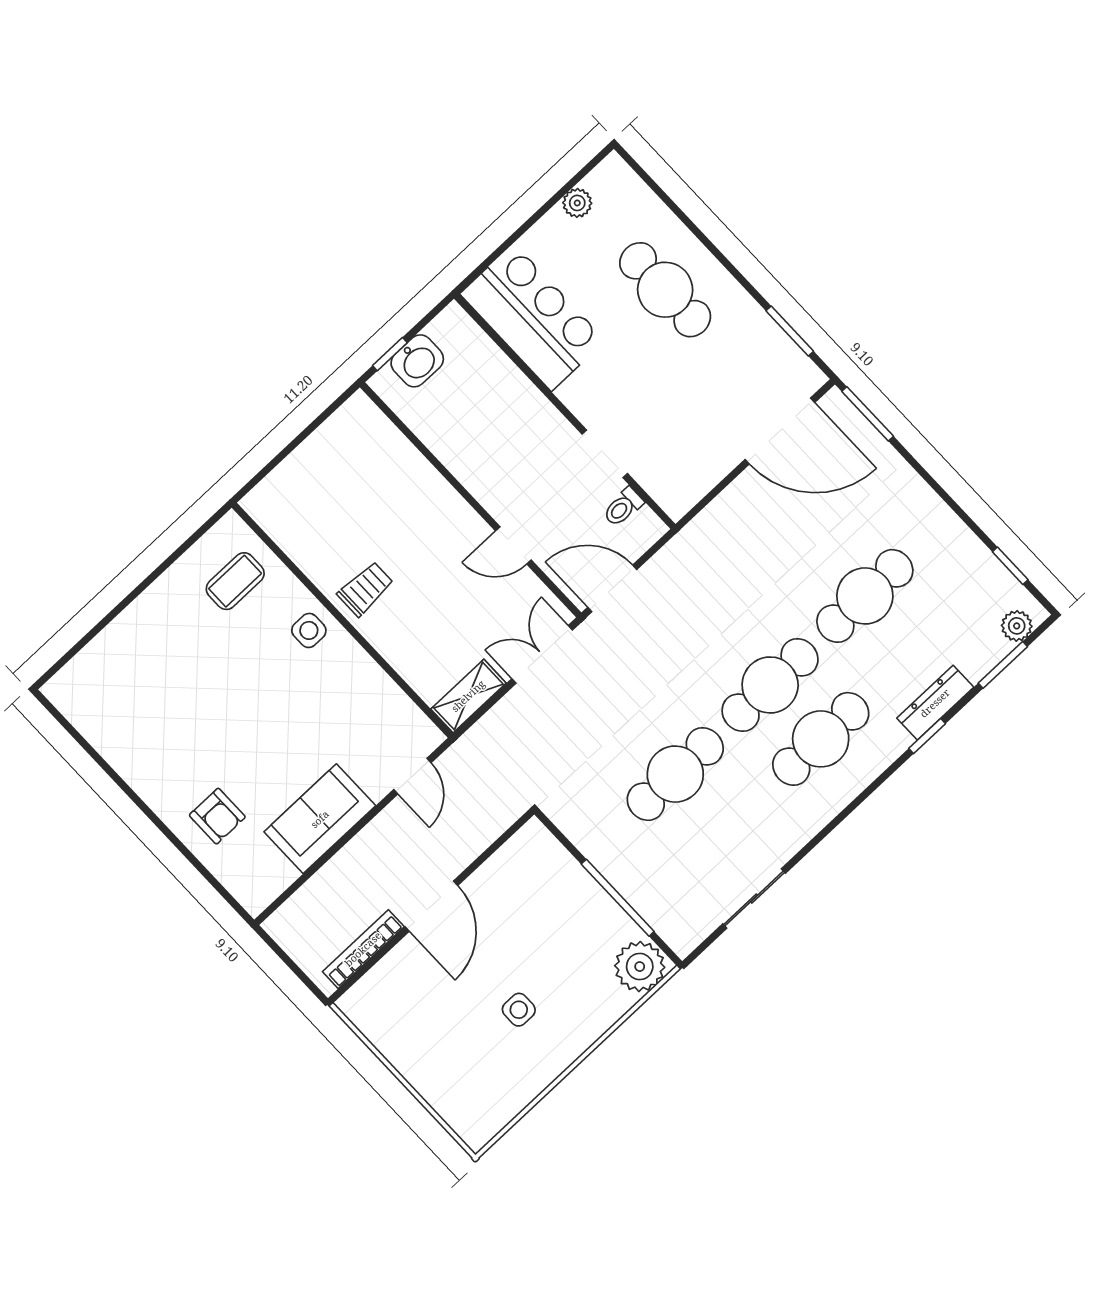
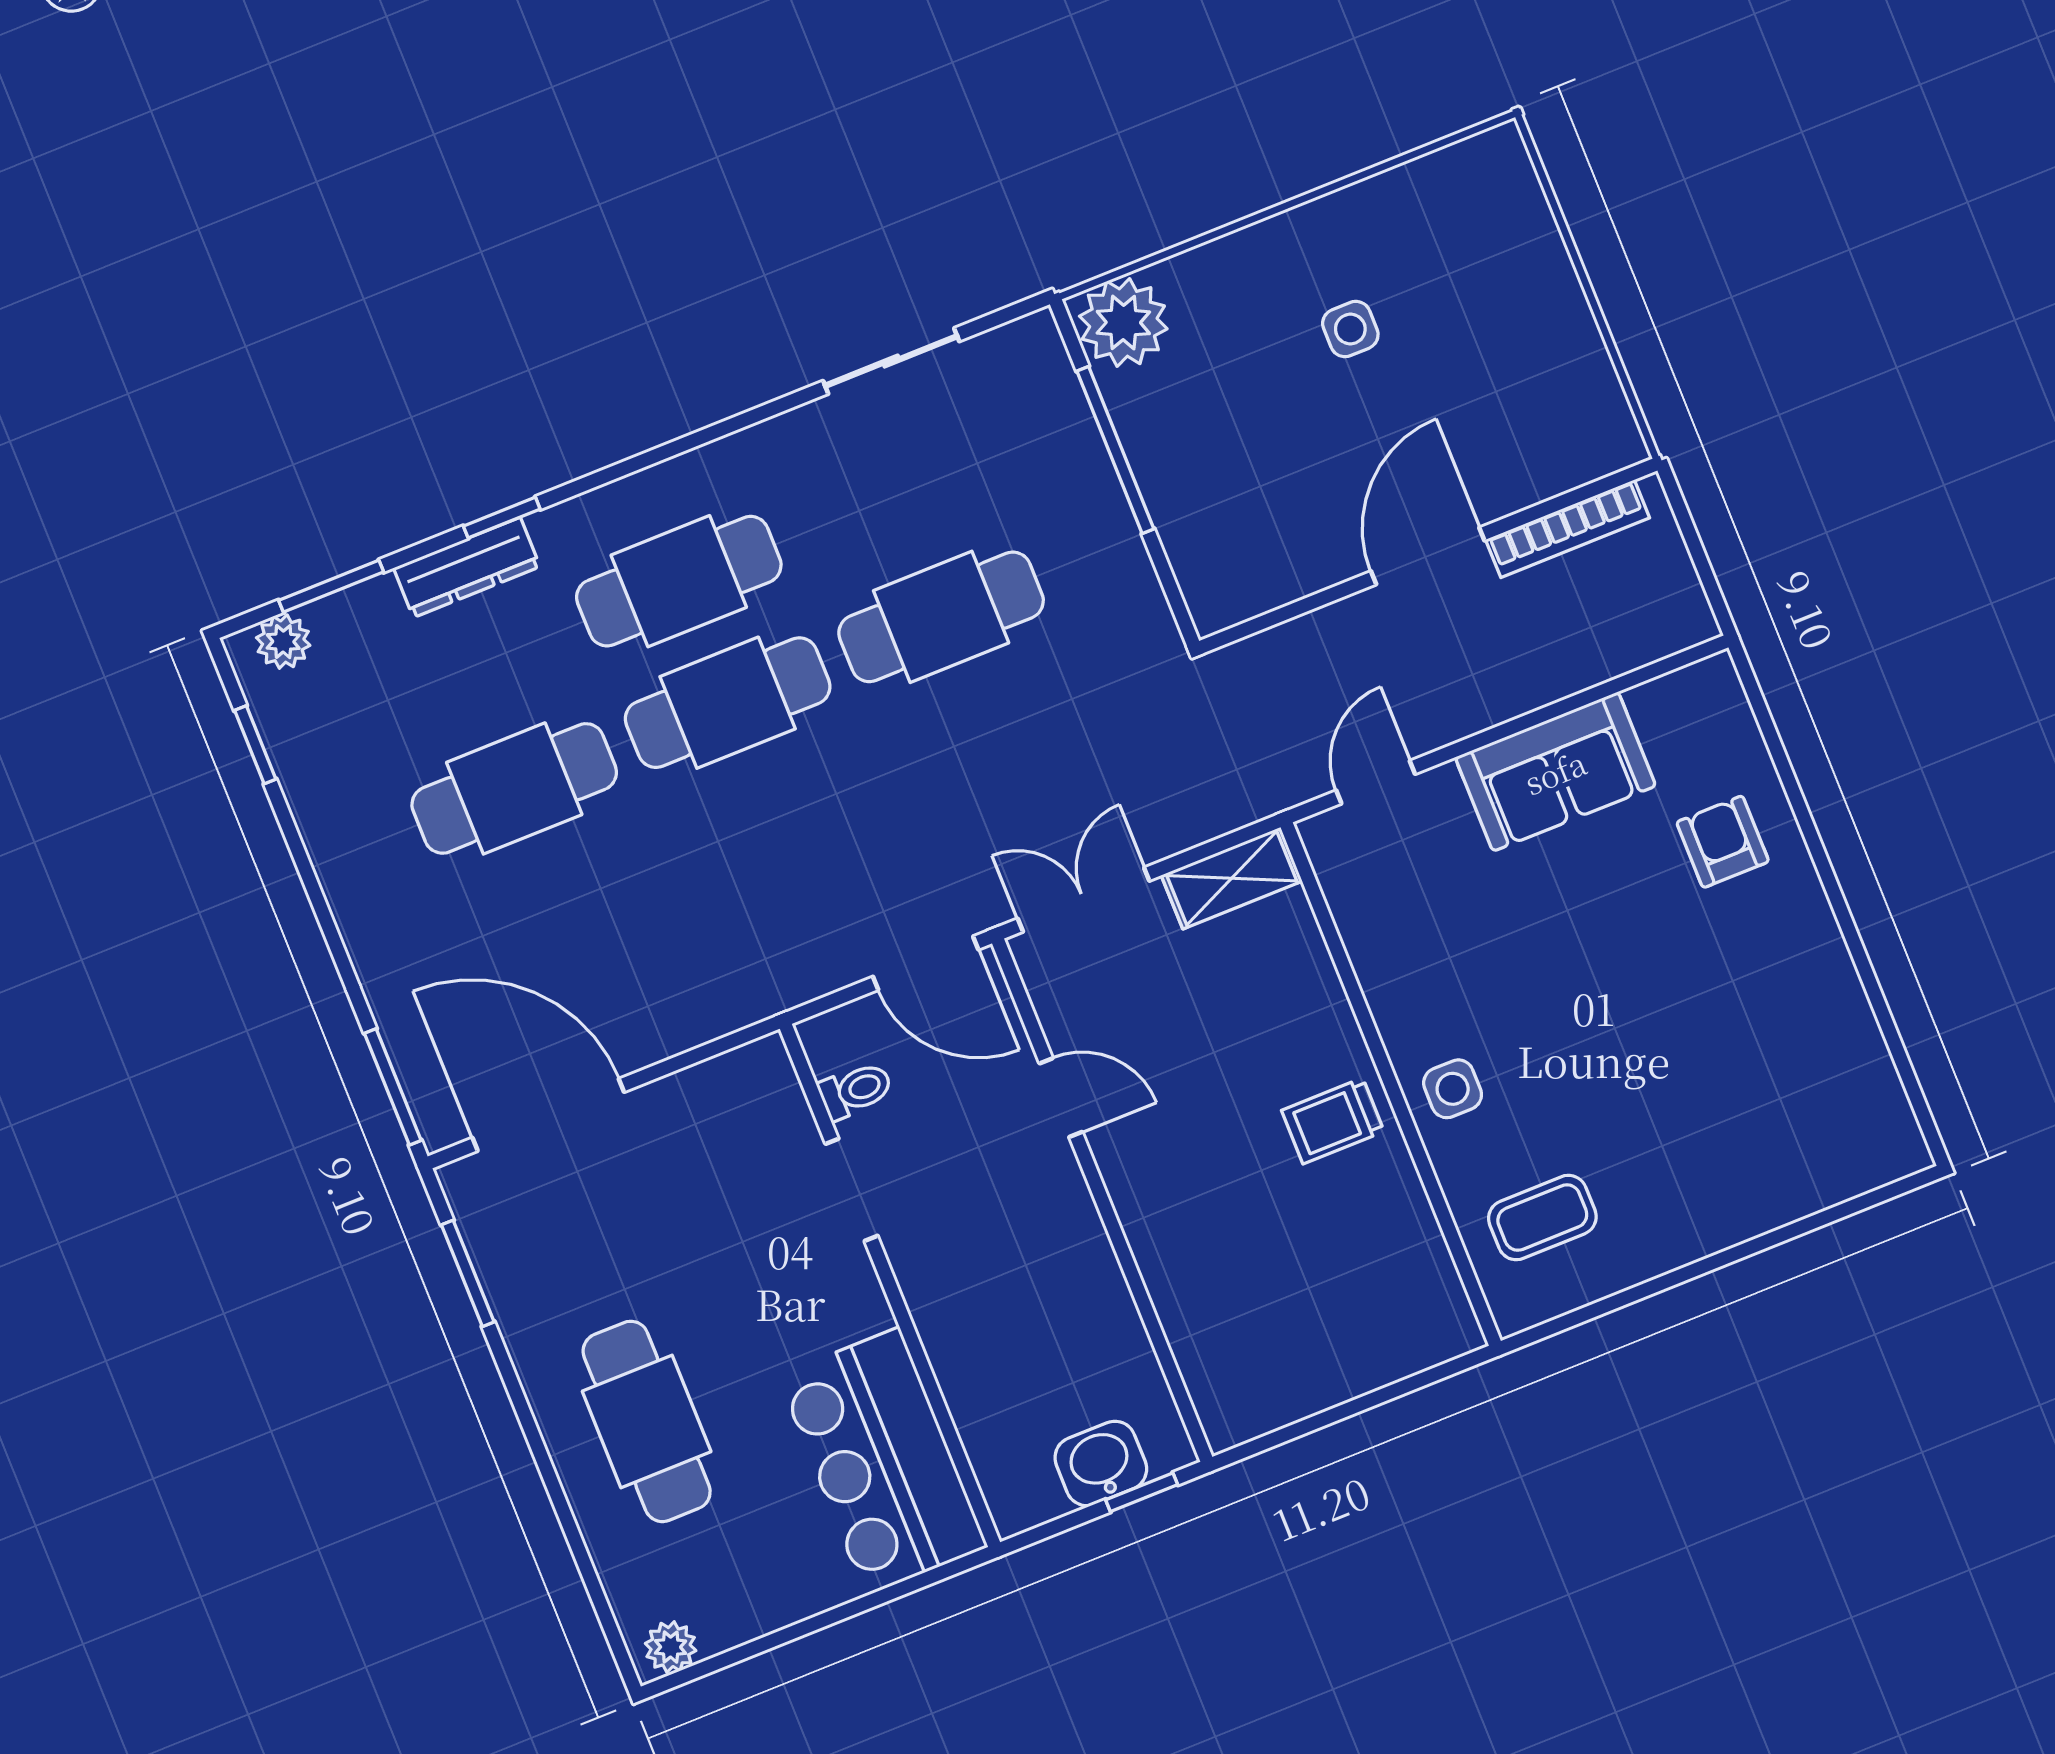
plant: (577, 203) -> (671, 1647), moved
double door: (542, 654) -> (1084, 900), swing flipped

